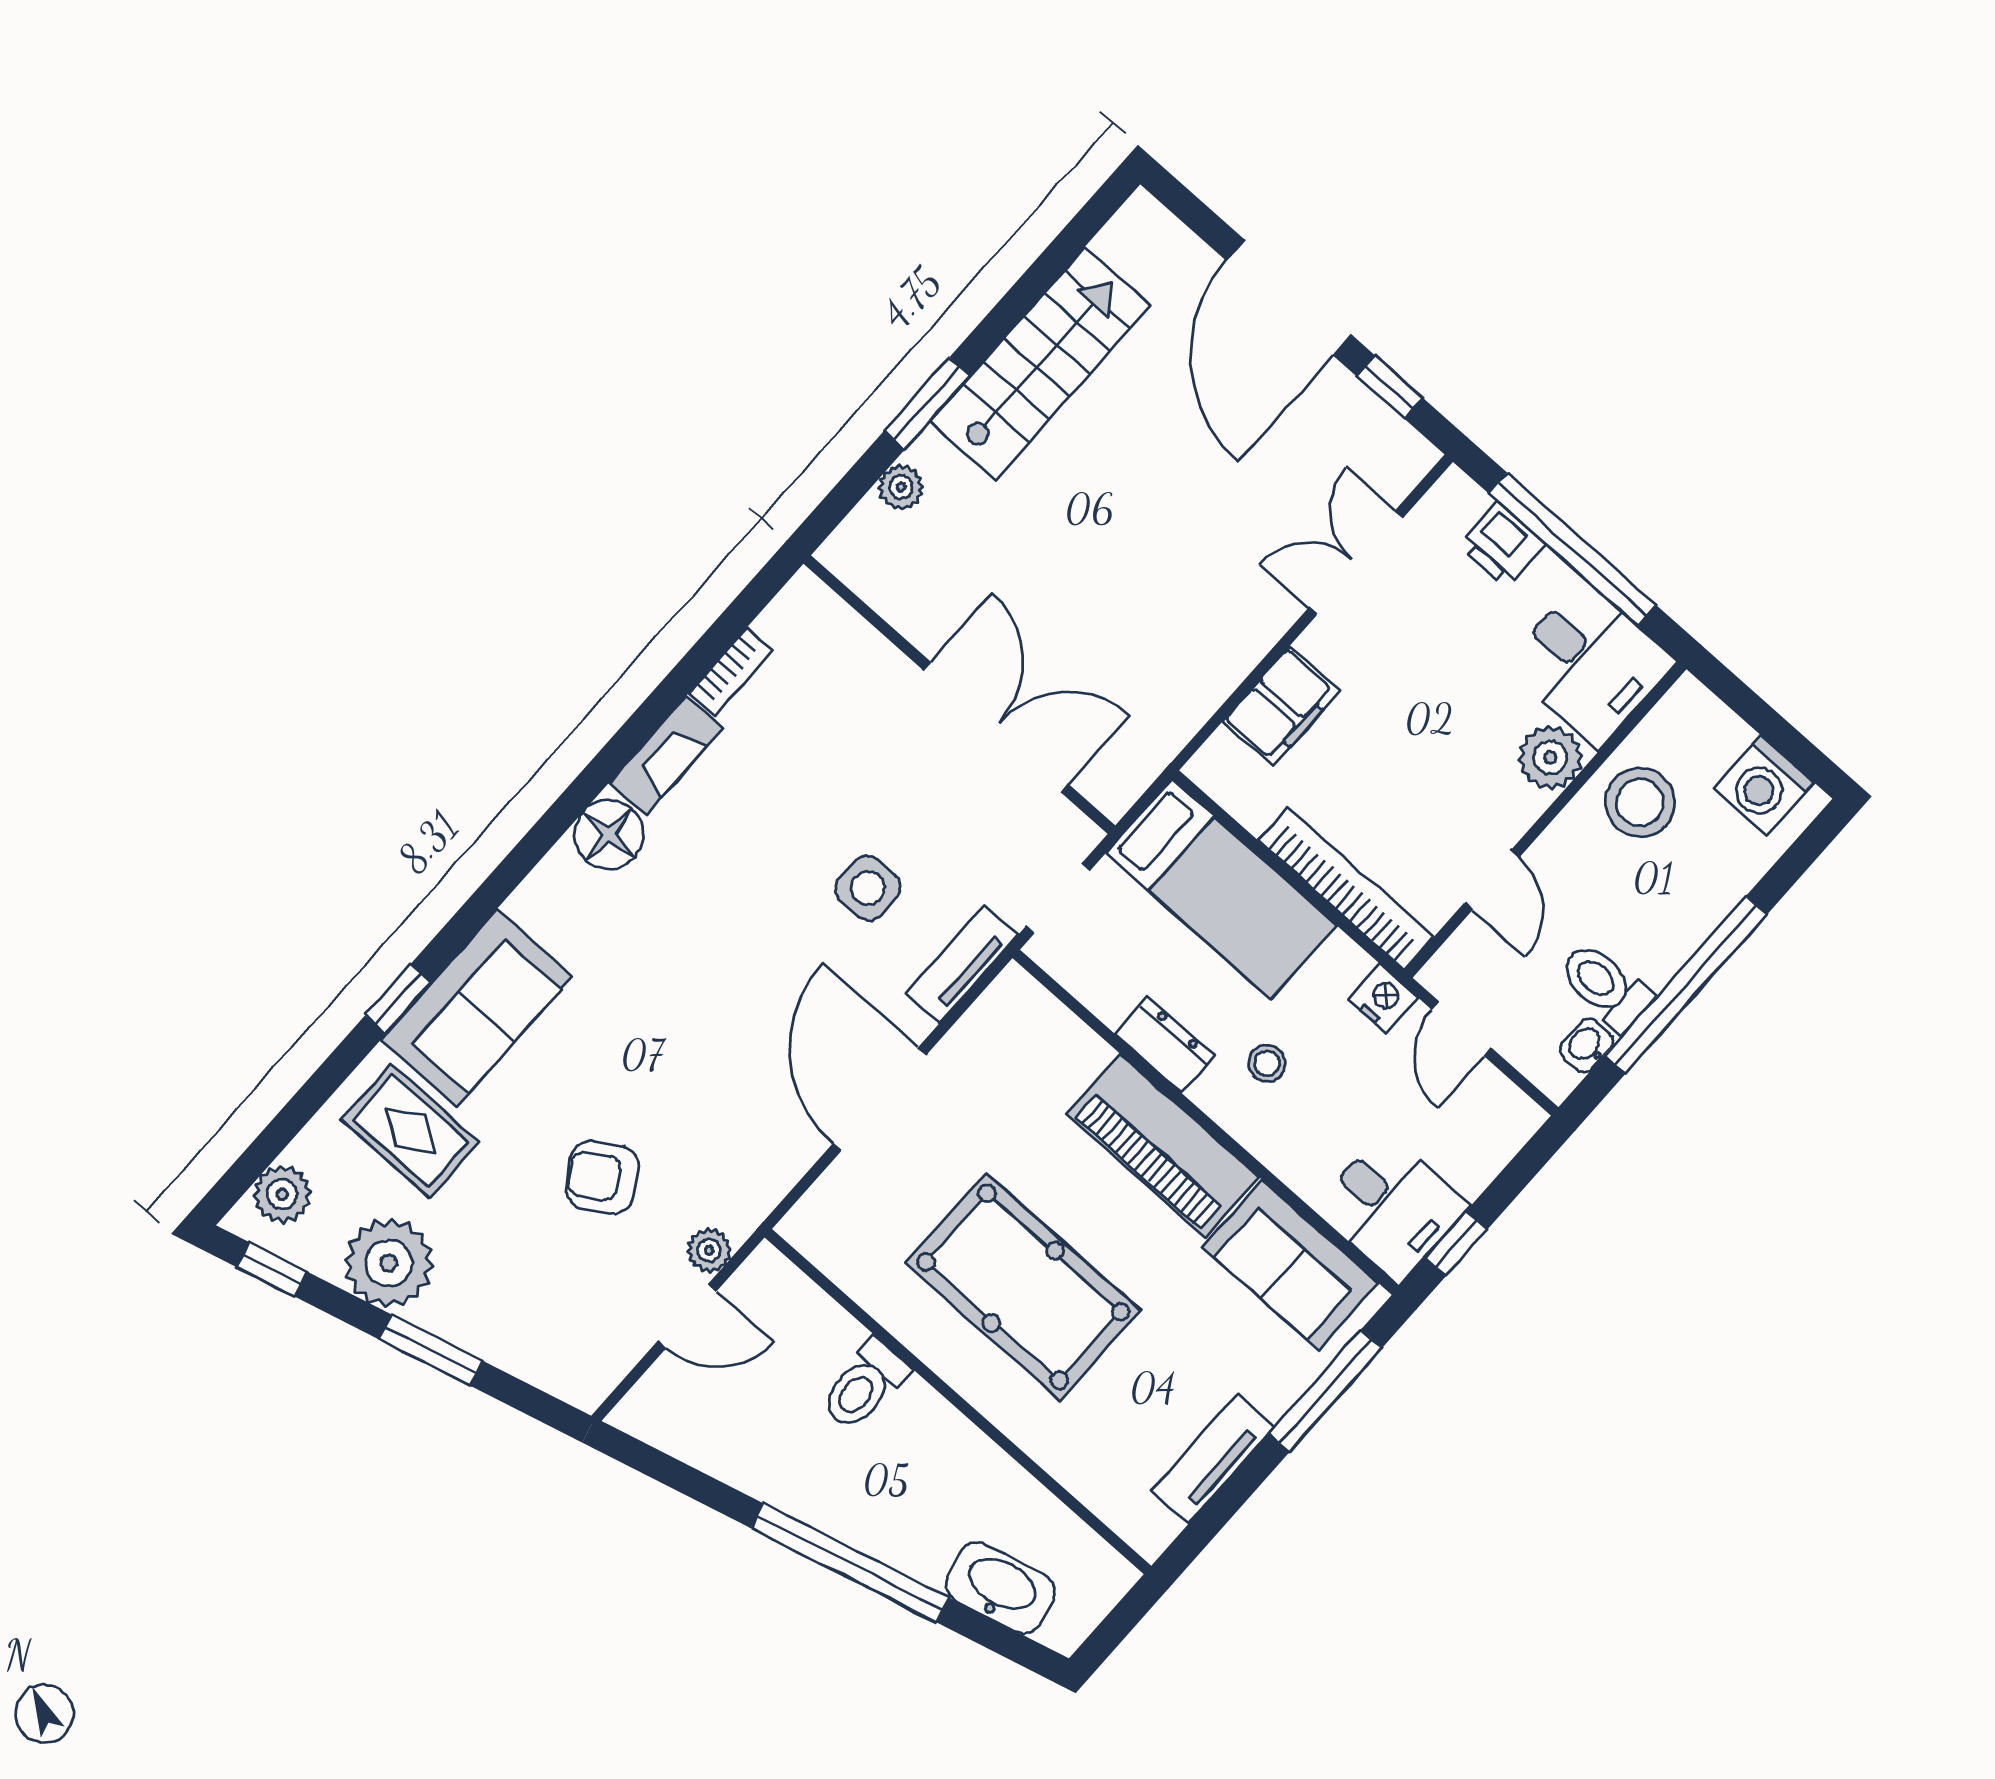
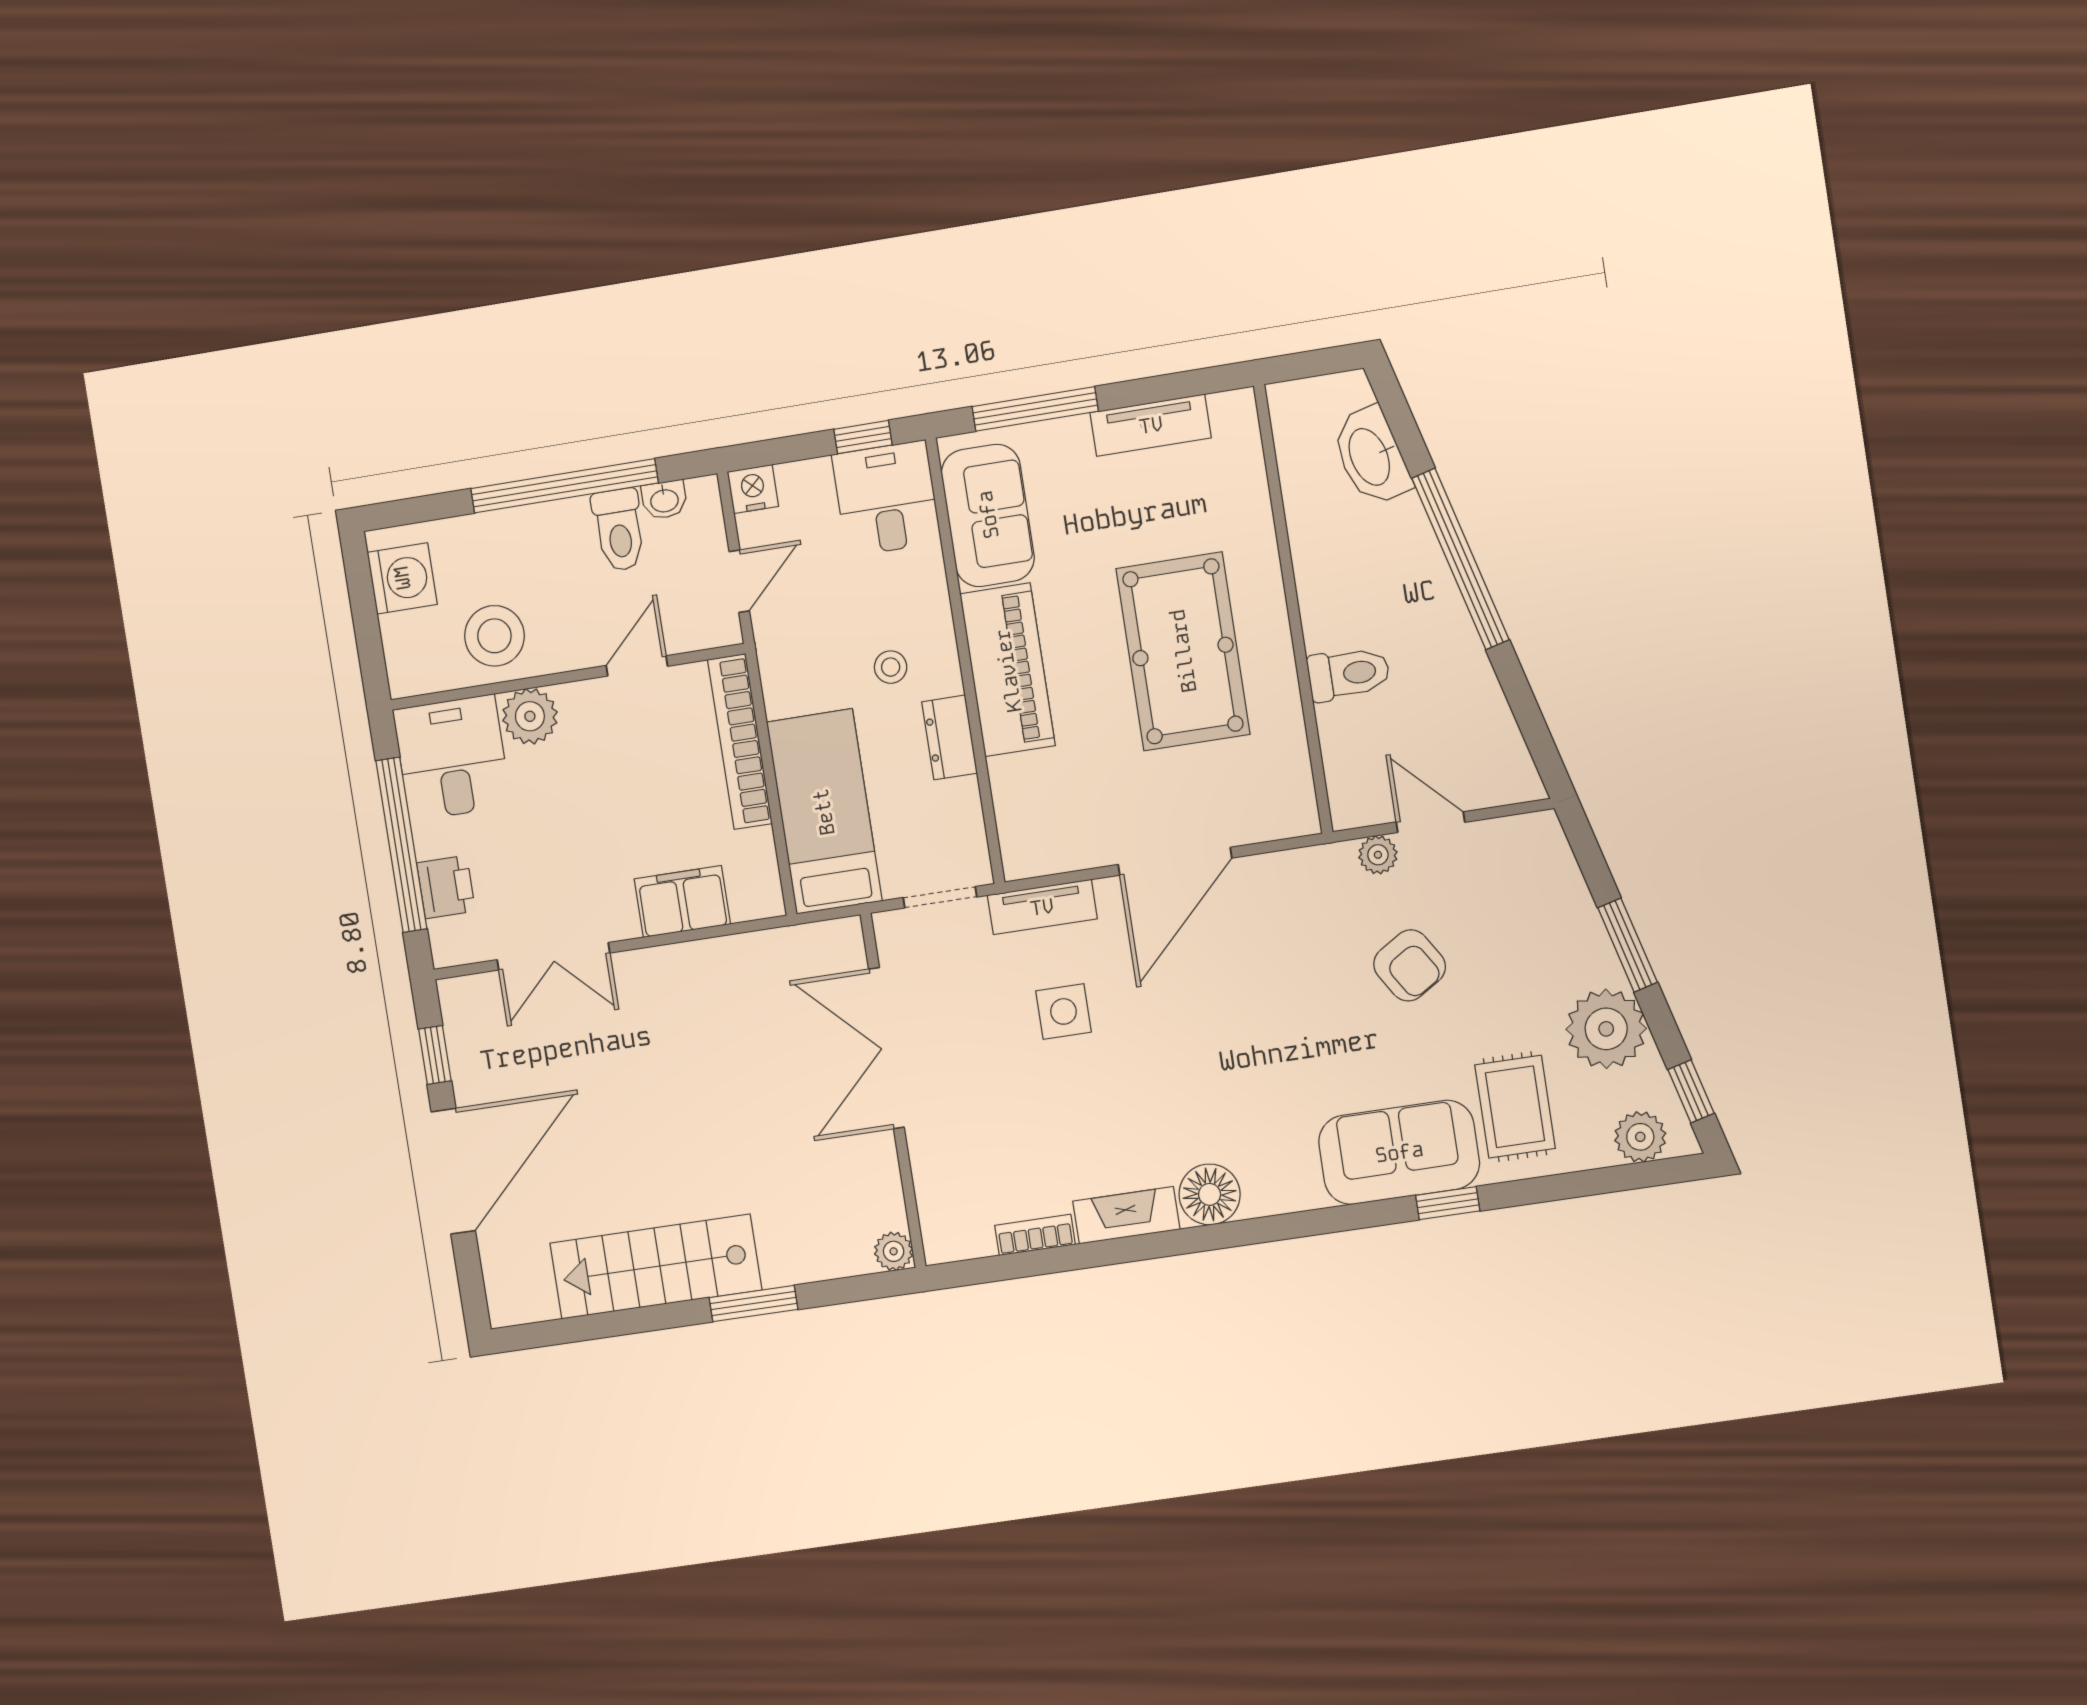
plant: (901, 487) -> (894, 1251), moved
nightstand: (1383, 999) -> (753, 489), moved, turned 90

